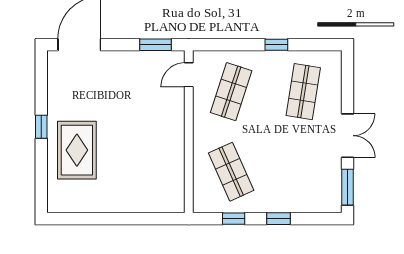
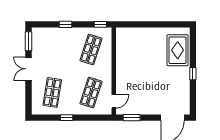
rug: (77, 150) -> (178, 50), moved
shop shelf: (231, 172) -> (91, 49), turned 42
window: (234, 219) -> (100, 24), moved

